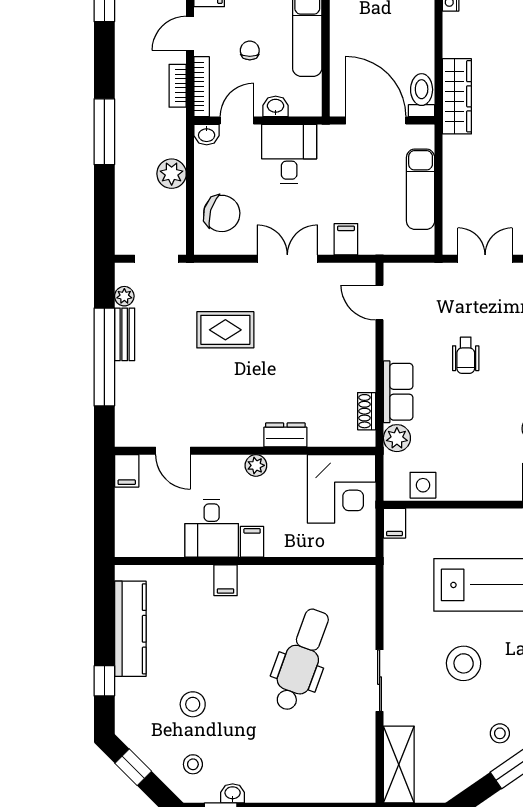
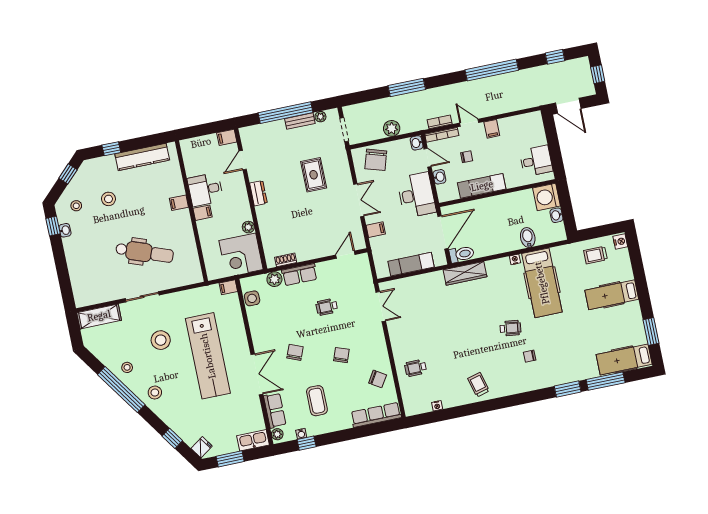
desk: (289, 154) -> (416, 195), width x1.37
dresser: (285, 435) -> (258, 193), moved
plant: (256, 465) -> (248, 227), moved

